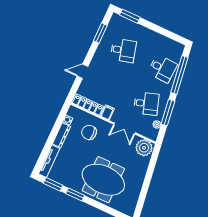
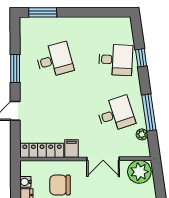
window: (100, 33) -> (15, 69), moved
window: (179, 75) -> (141, 58), width x0.32

